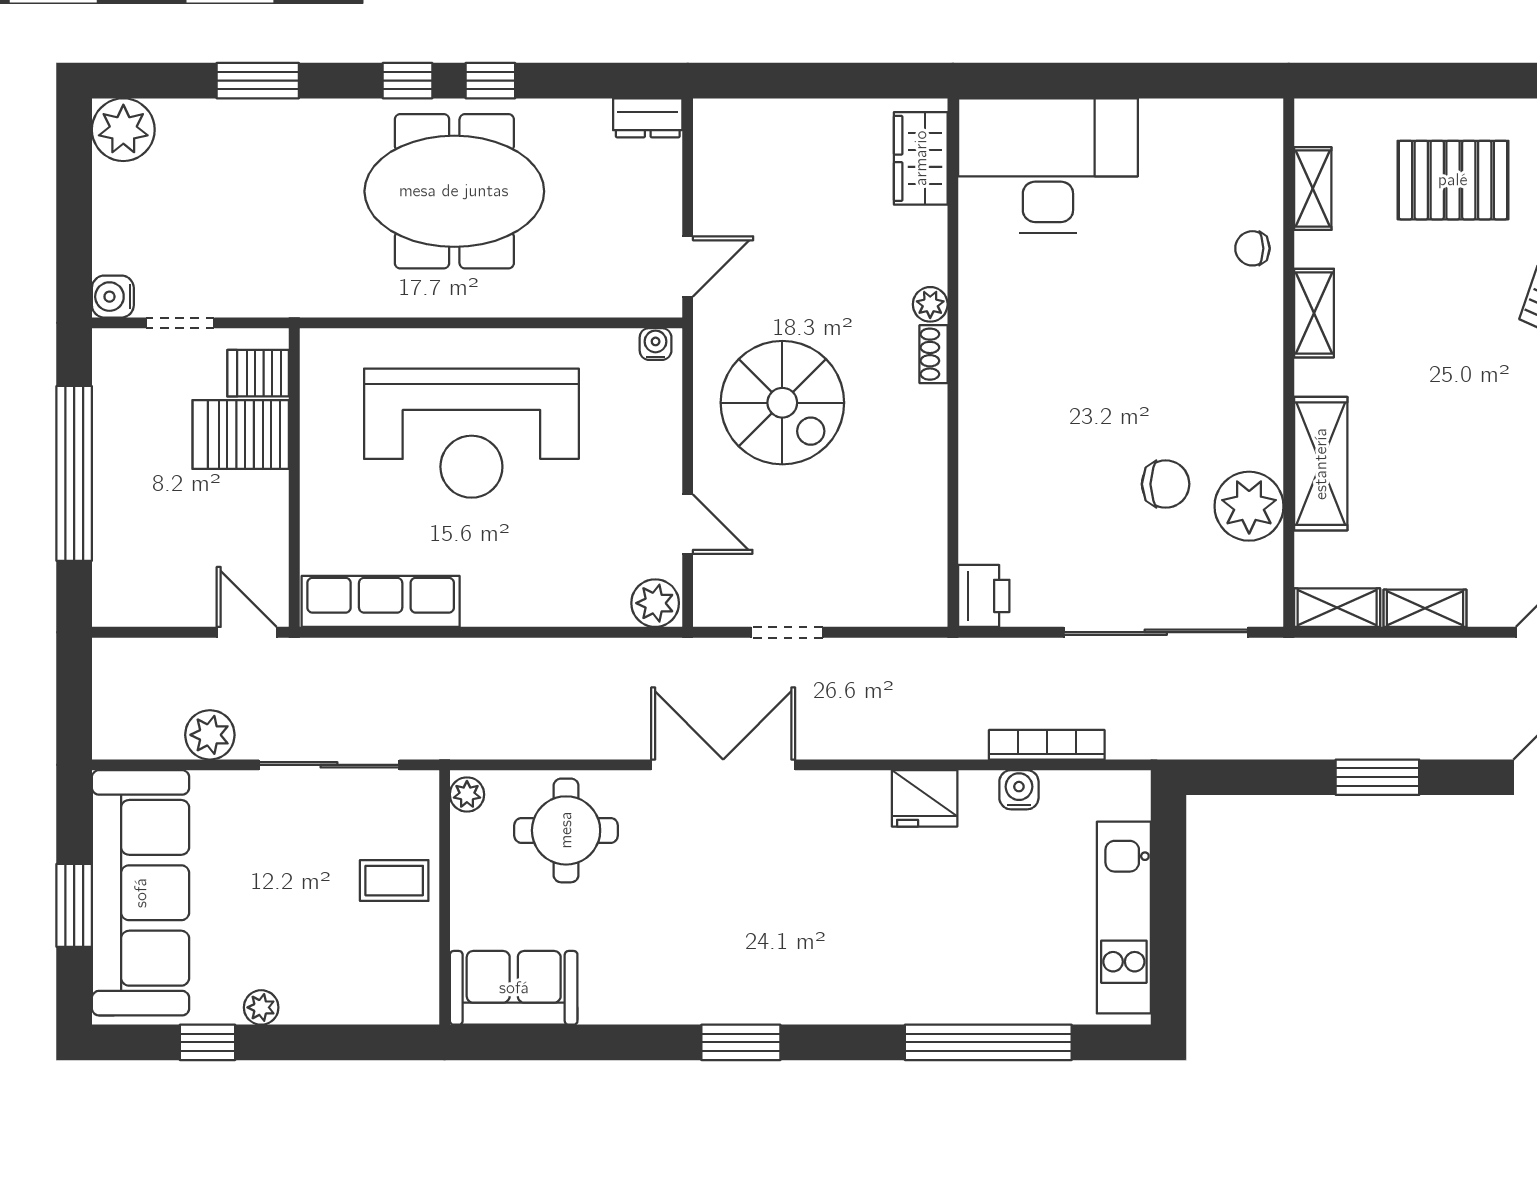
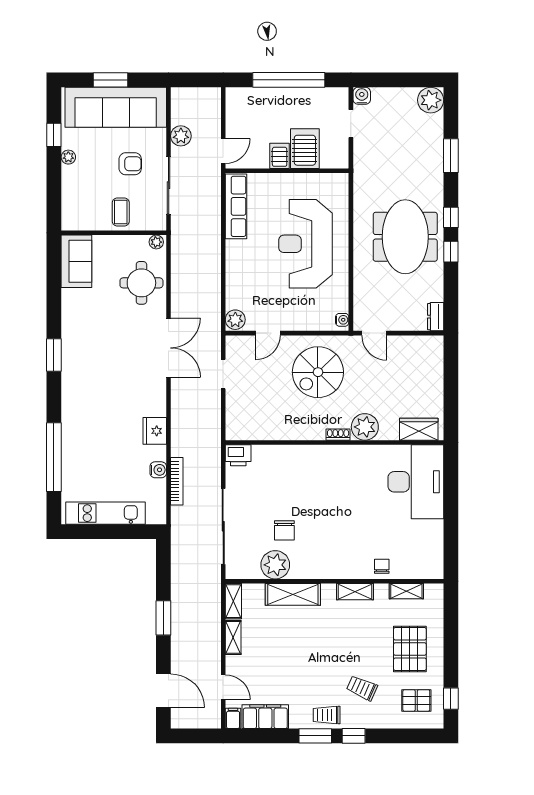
plant: (930, 304) -> (365, 427), width x1.88, depth x1.88
server rack: (258, 373) -> (280, 156), moved
armchair: (277, 858) -> (130, 164), added

